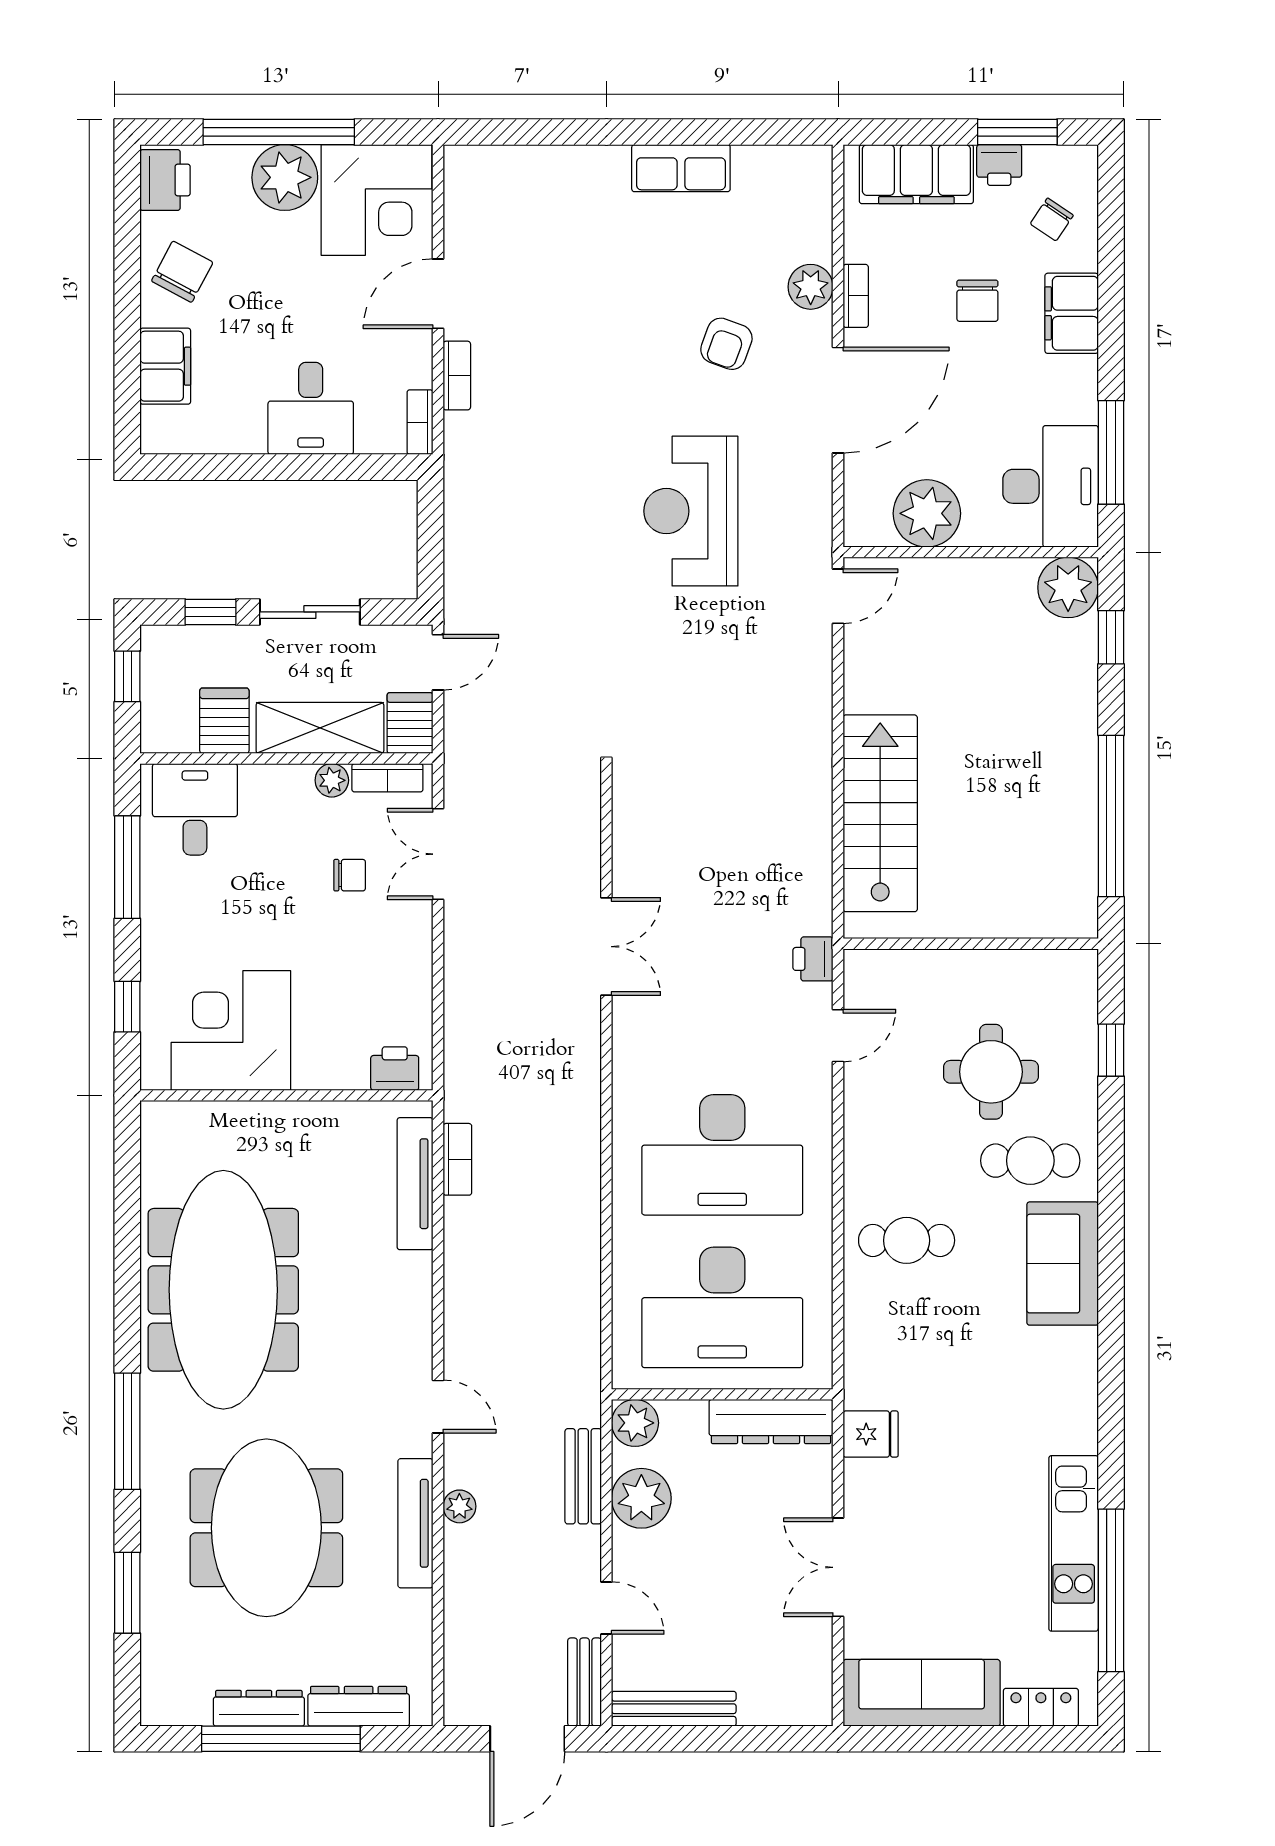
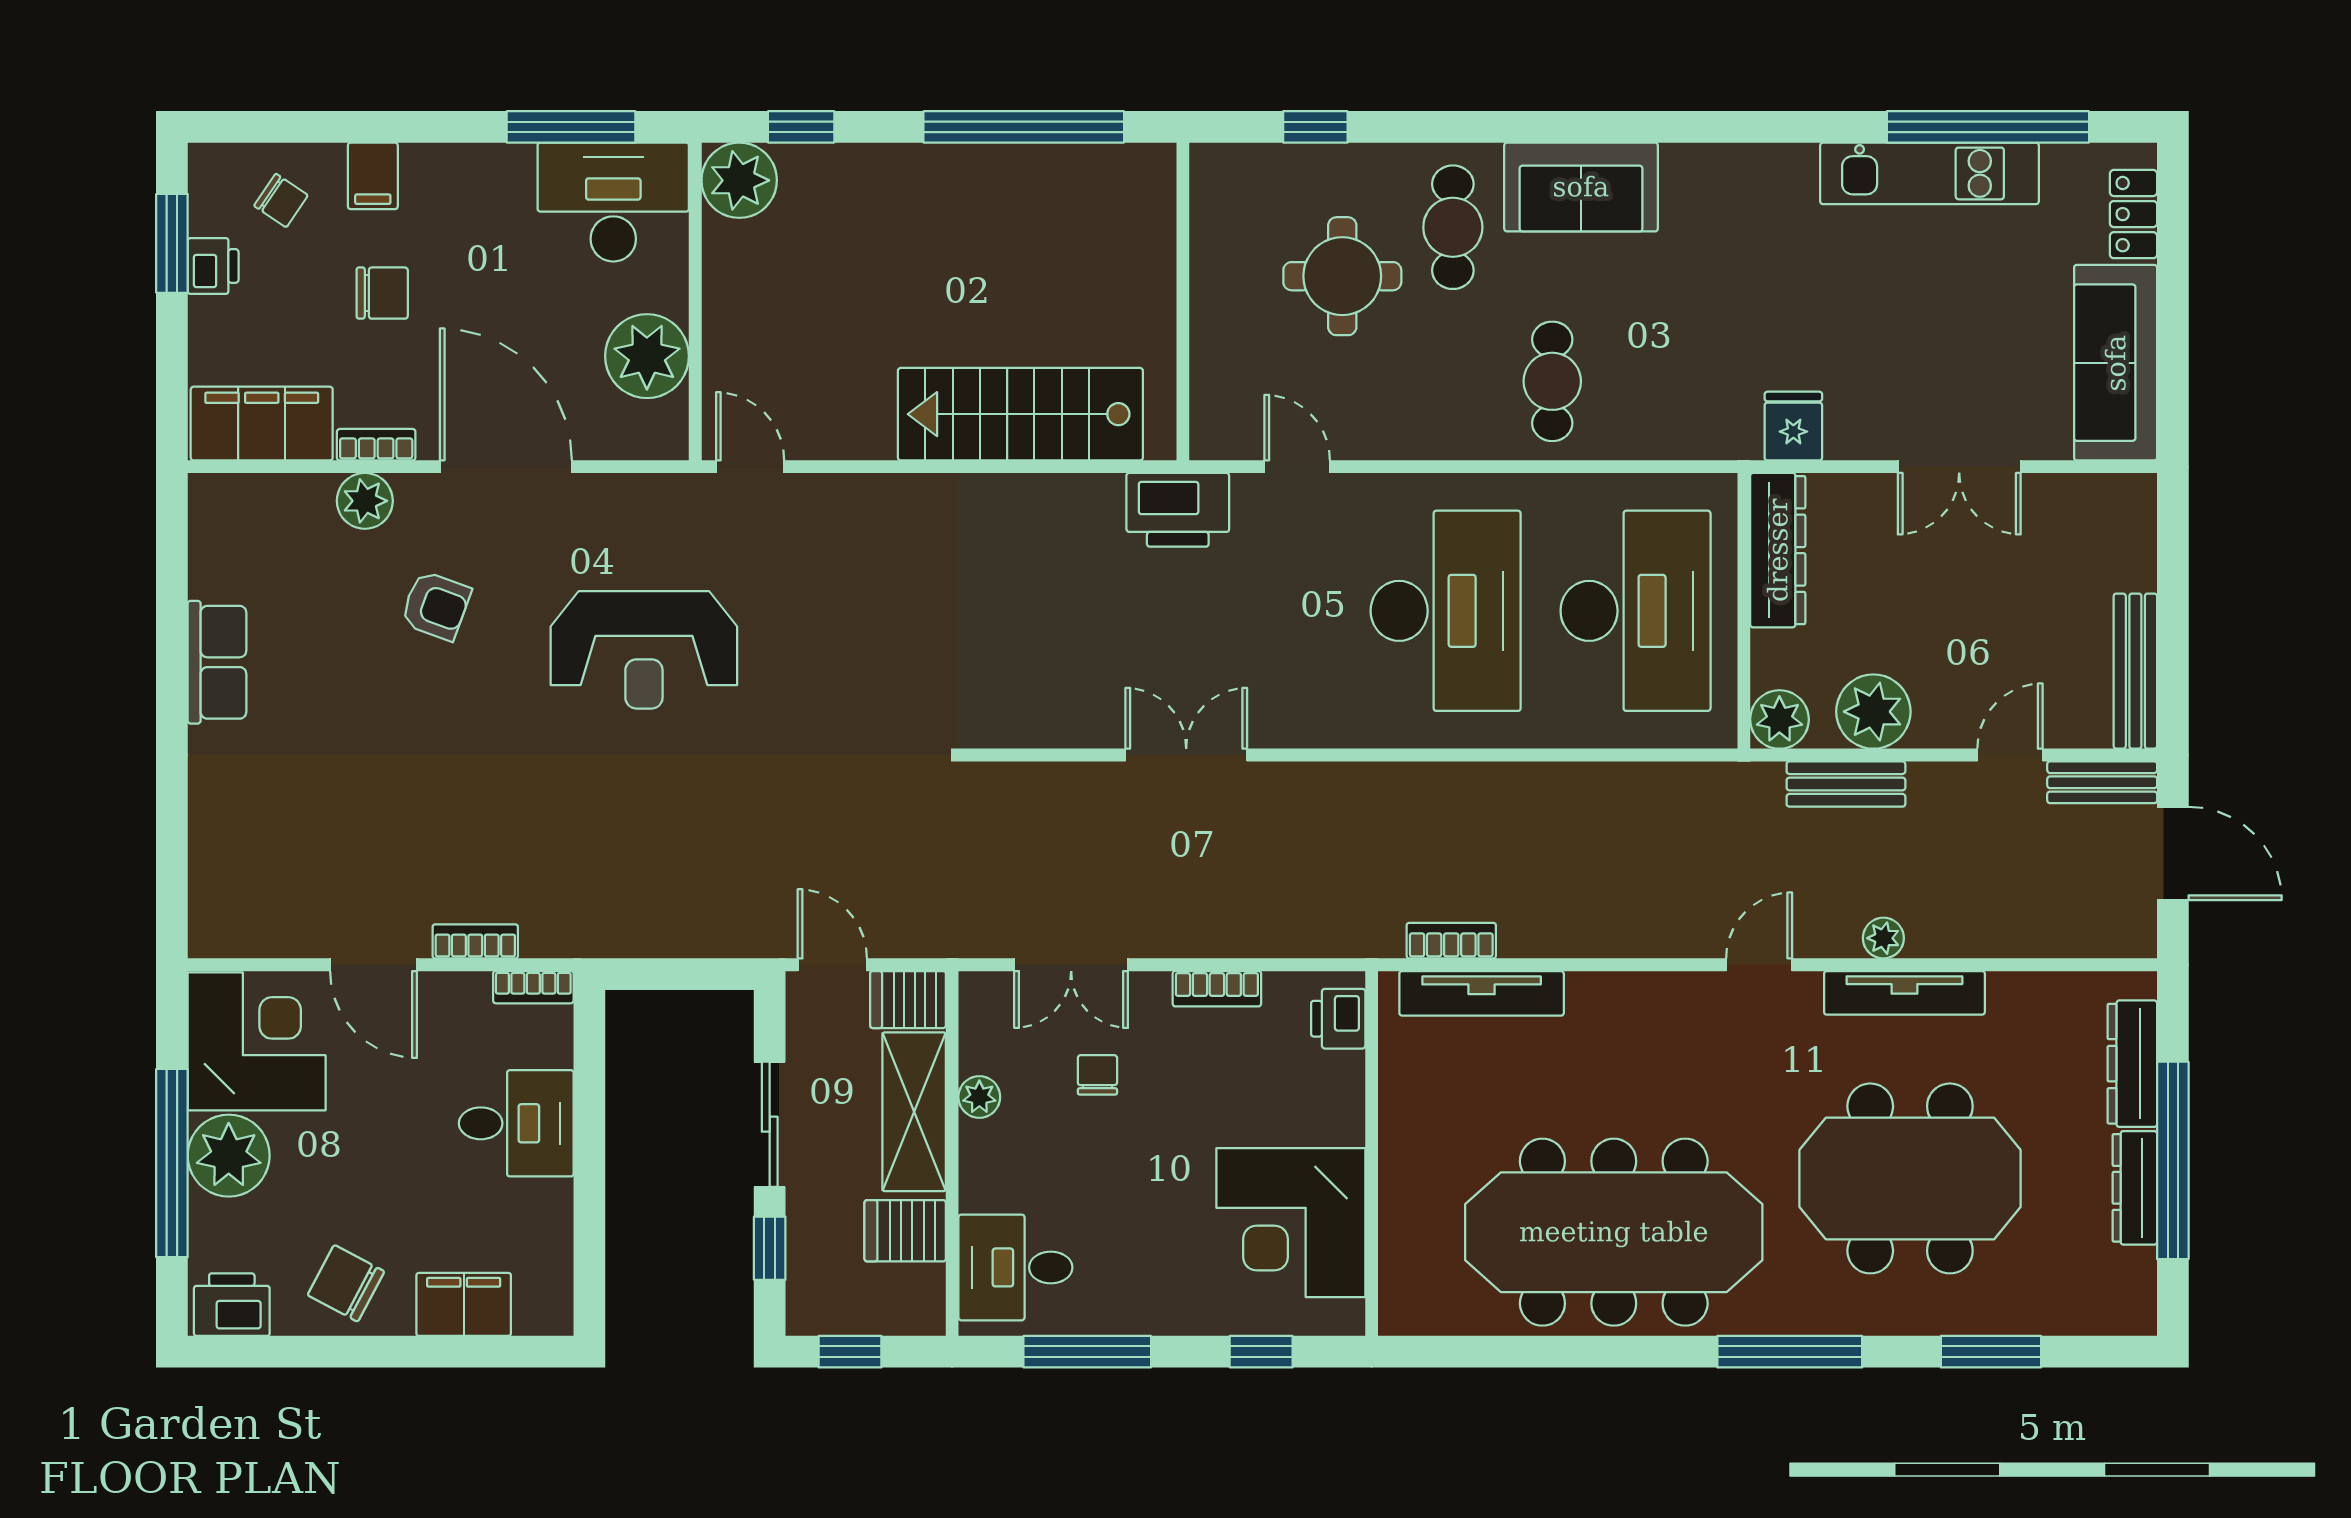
filing cabinet: (916, 174) -> (262, 424), moved, turned -90
filing cabinet: (1072, 313) -> (373, 176), width x0.50
bookcase: (387, 778) -> (1217, 989), moved, turned 90
printer: (813, 959) -> (1178, 510), width x1.87, depth x1.48

